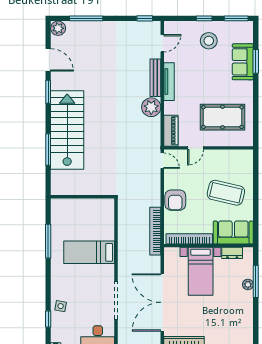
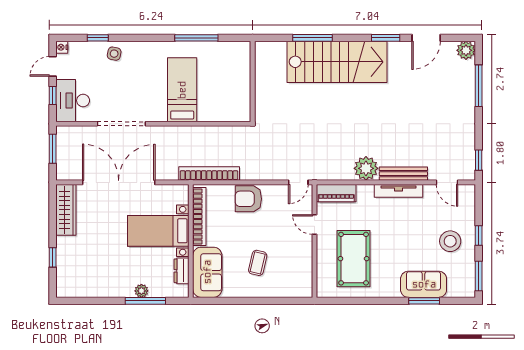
coffee table: (226, 193) -> (258, 263), width x0.54, depth x0.58

